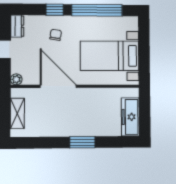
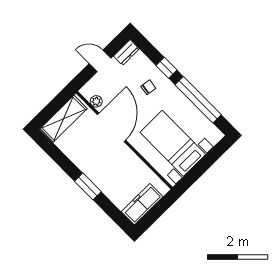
plant: (16, 79) -> (96, 101), moved
shelving: (17, 113) -> (64, 119), width x1.50, depth x1.33

